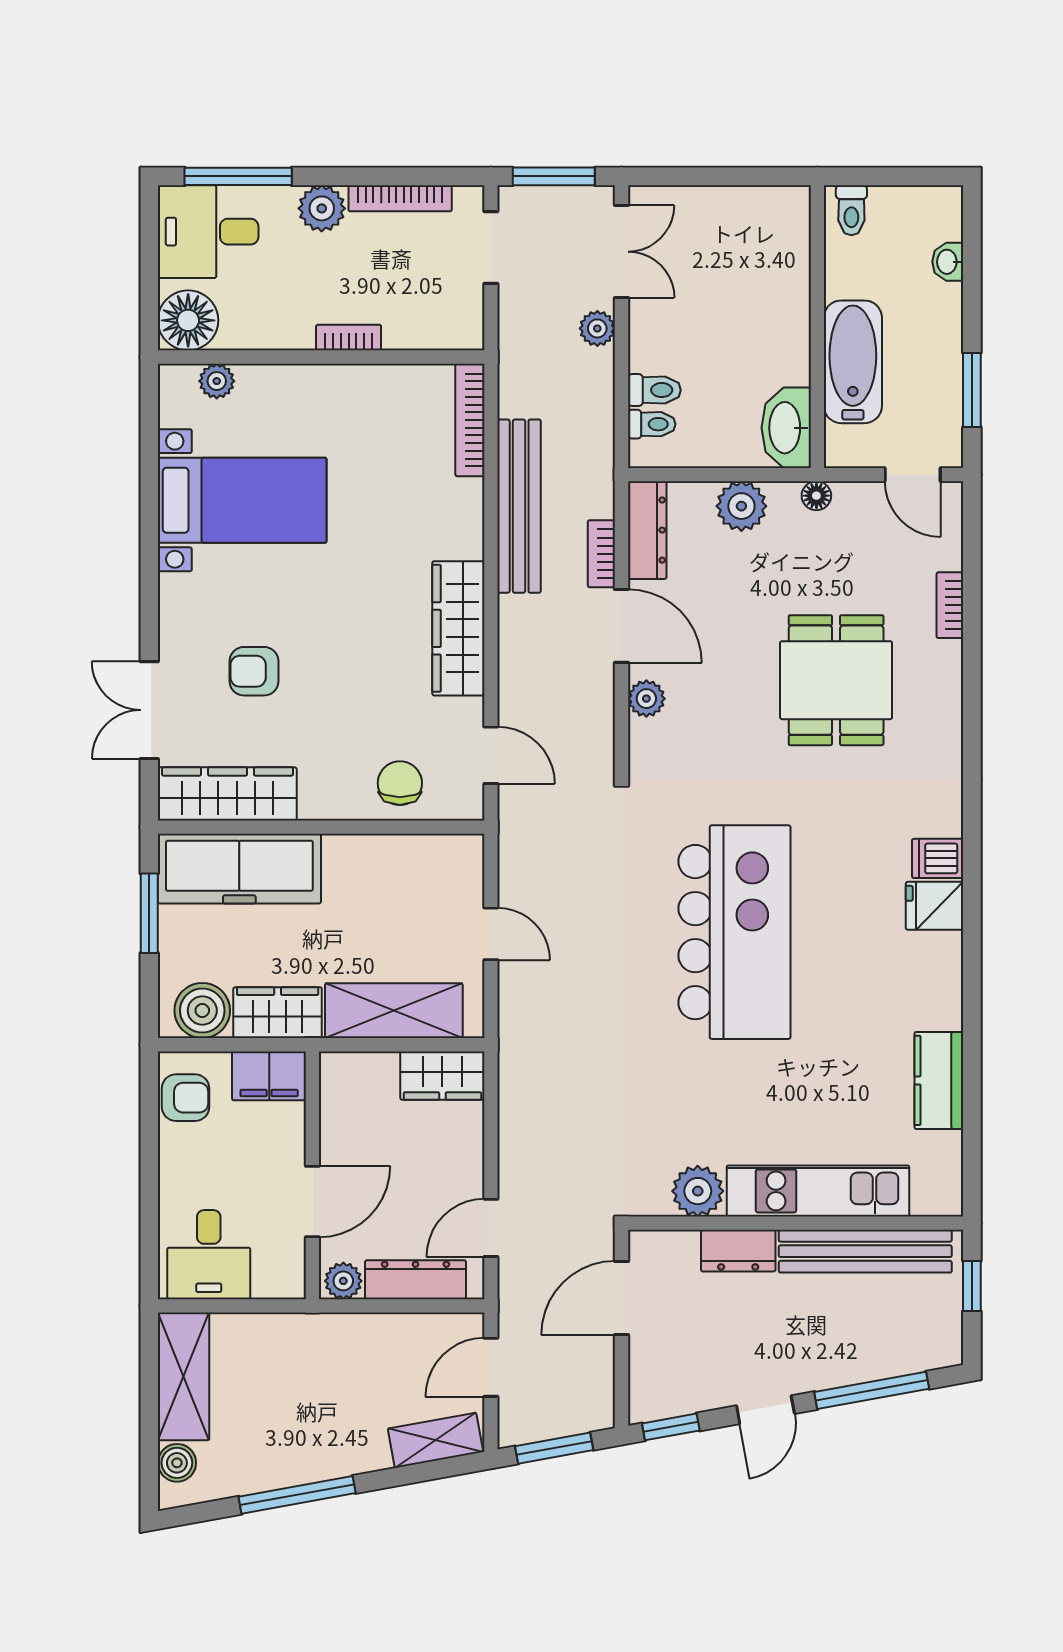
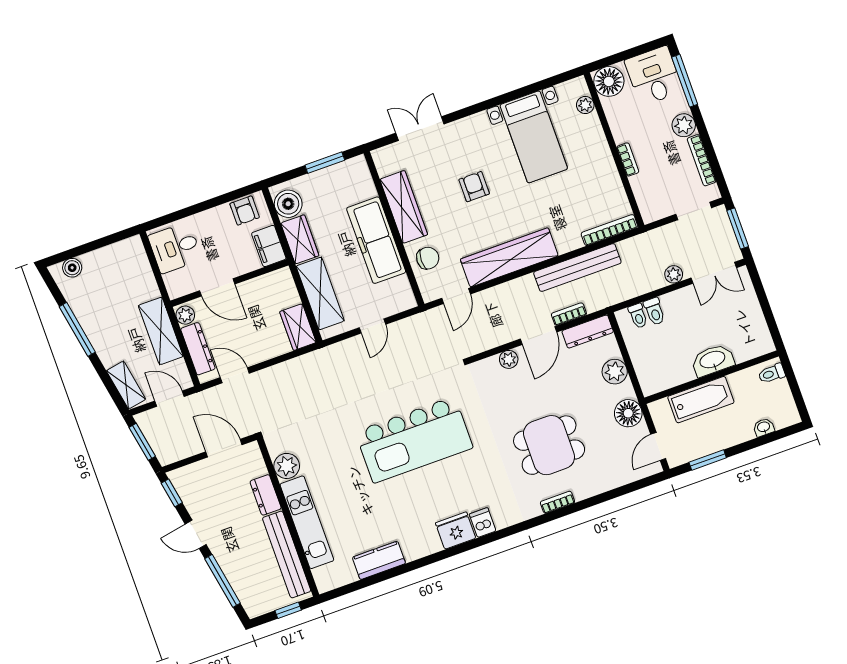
washbasin: (786, 428) -> (713, 360), moved
floor lamp: (816, 496) -> (628, 413), width x1.89, depth x1.89
bookcase: (950, 605) -> (557, 502), moved
wardrobe: (458, 628) -> (509, 258), width x1.40, depth x1.17
armchair: (254, 671) -> (474, 187), moved
wardrobe: (228, 794) -> (404, 207), moved
freezer: (239, 869) -> (376, 240), moved
fridge: (935, 906) -> (456, 531), width x1.38
shelving: (184, 1376) -> (161, 331), moved, turned 90

